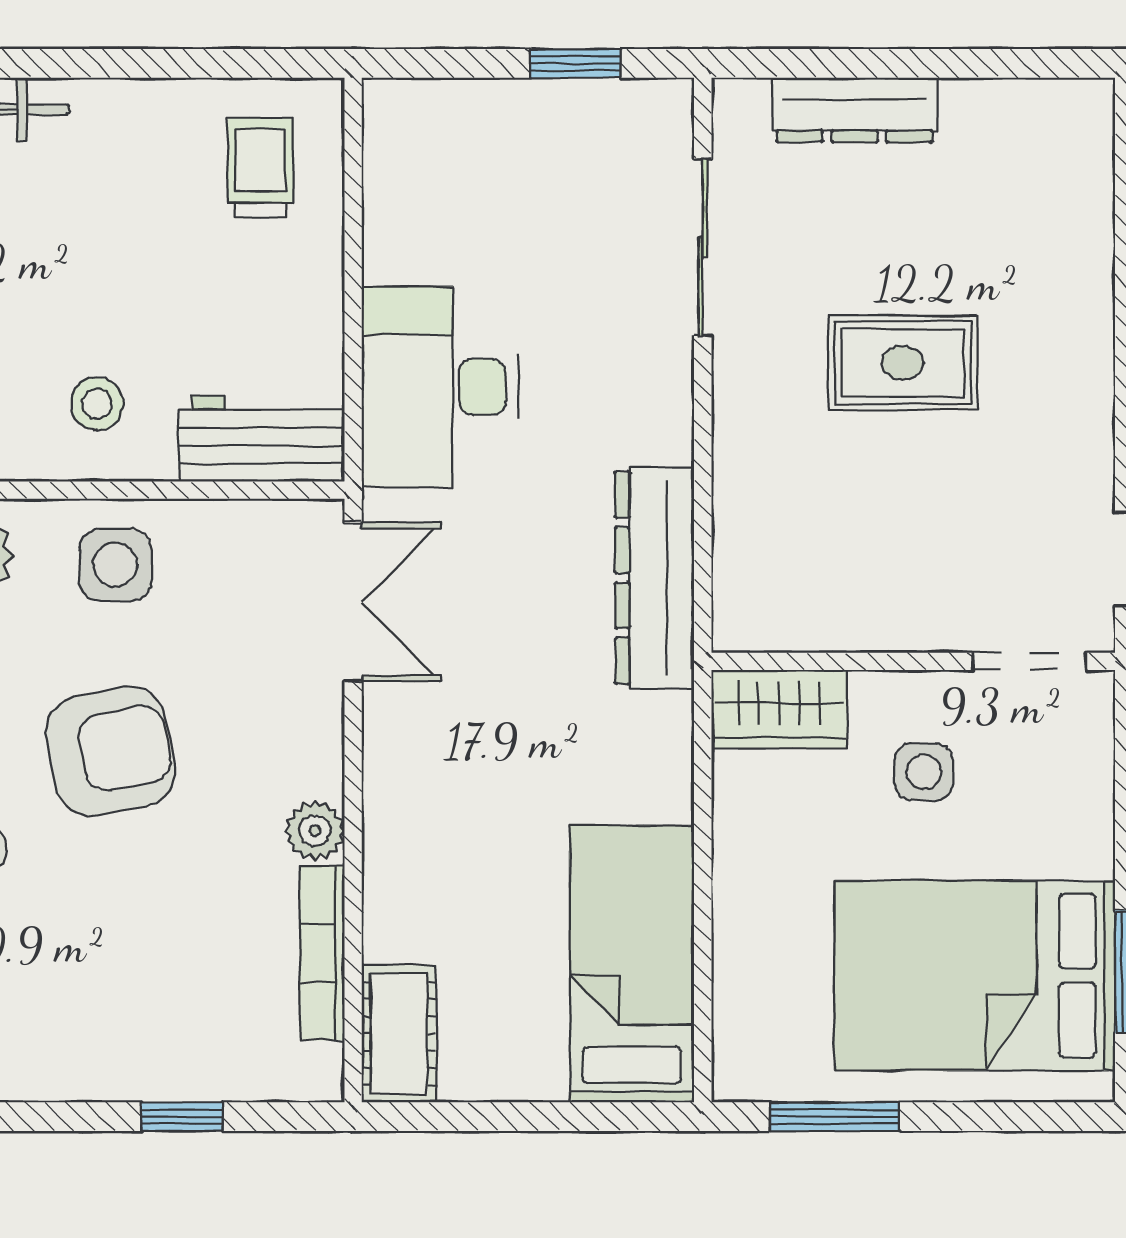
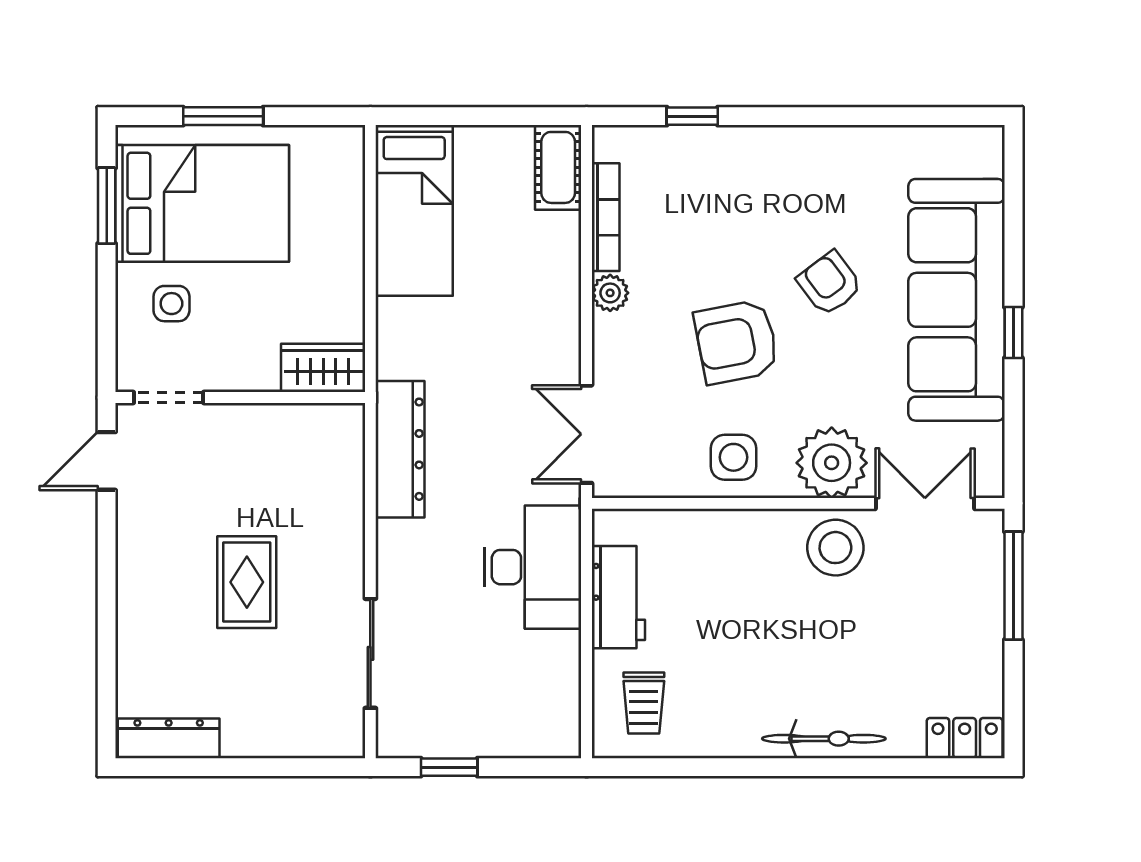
dresser: (855, 110) -> (169, 738), moved
rug: (903, 363) -> (247, 582), turned 90
stool: (97, 404) -> (745, 557), removed
workbench: (262, 439) -> (618, 597), moved, turned -90
side table: (924, 772) -> (171, 304), moved
window: (834, 1117) -> (223, 116), moved

